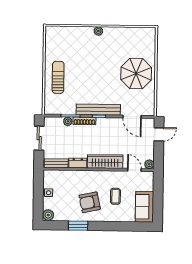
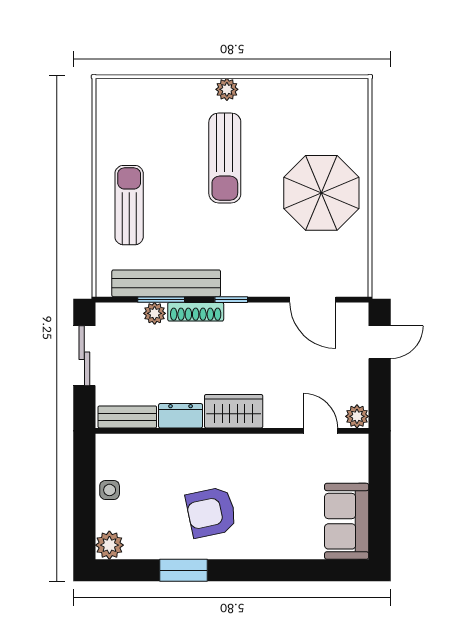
sun lounger: (97, 59) -> (225, 158), added
bench: (98, 110) -> (166, 283), moved
wardrobe: (105, 162) -> (234, 411), width x0.67
coffee table: (115, 196) -> (275, 496), removed

